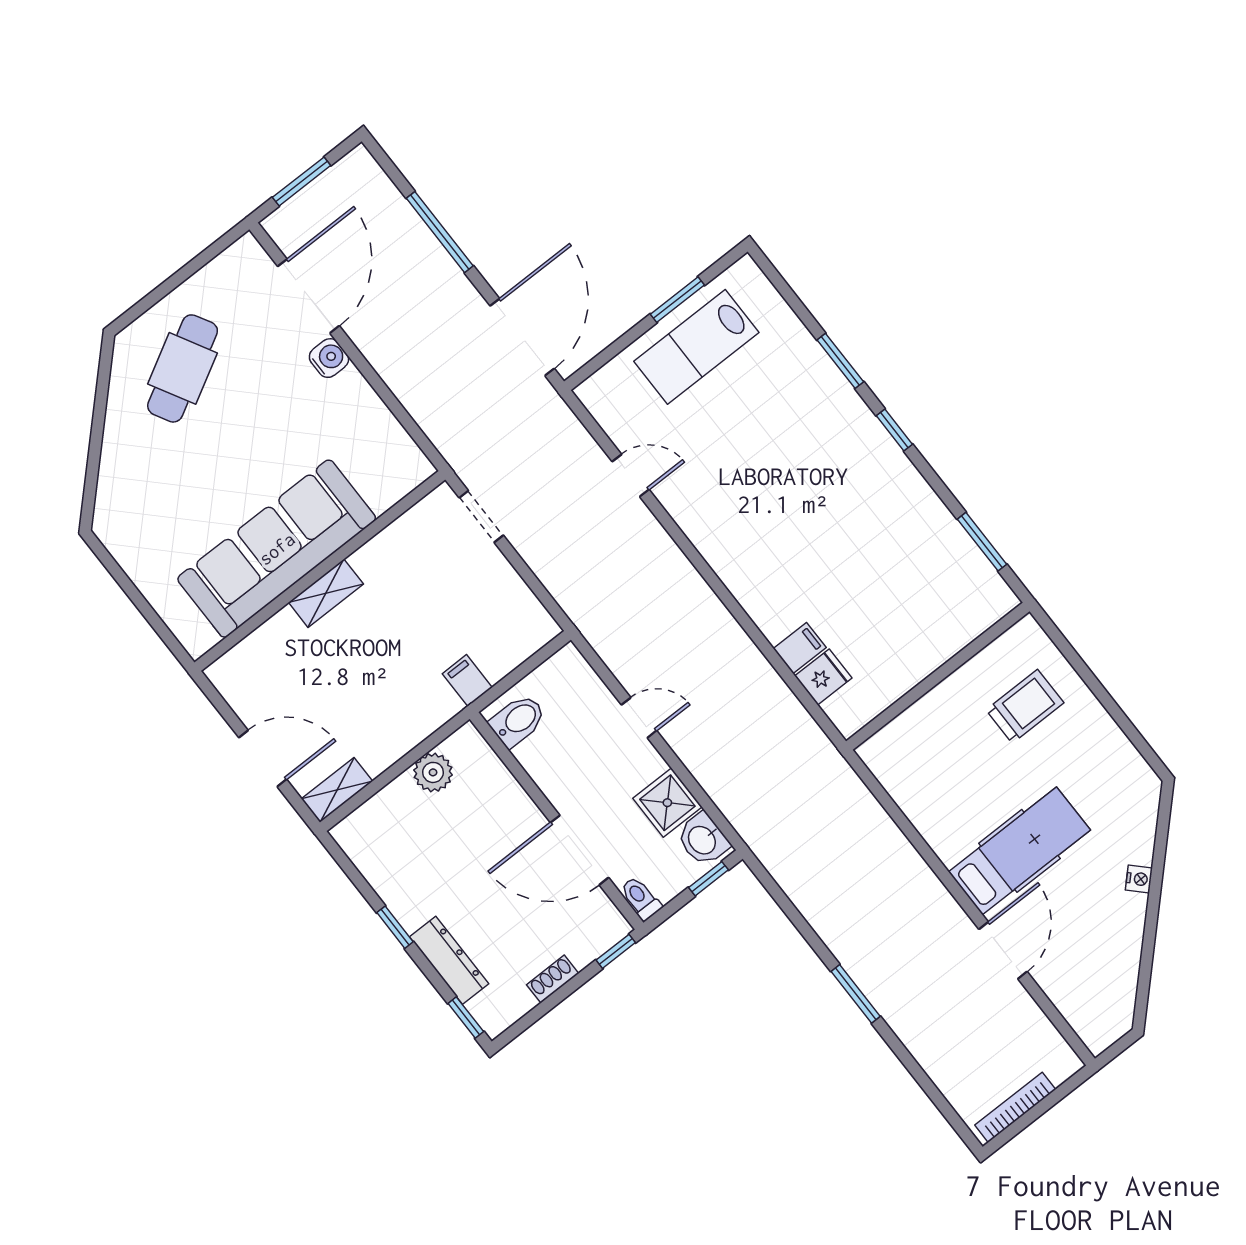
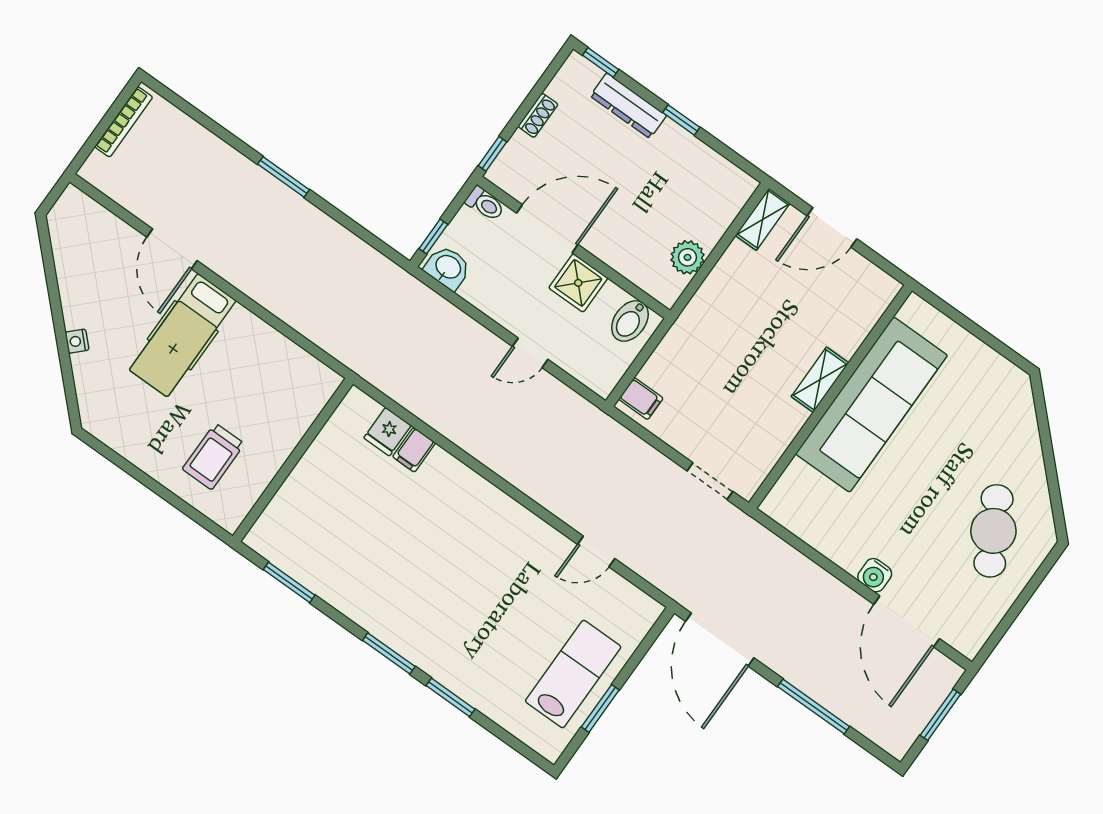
window: (894, 430) -> (389, 653), width x1.50
filing cabinet: (467, 681) -> (641, 399), moved
shower: (667, 803) -> (578, 283), moved

